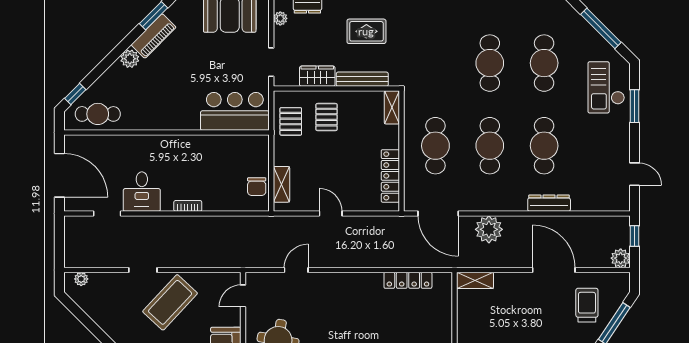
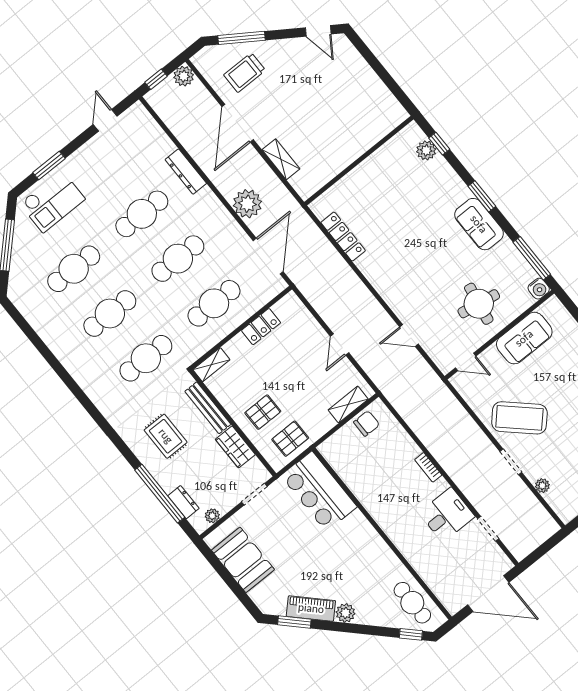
cafe table: (435, 63) -> (146, 358), added
door: (59, 175) -> (488, 594), swing flipped
locker: (390, 176) -> (261, 327), width x0.66
plant: (81, 279) -> (542, 486), moved
shelving: (475, 280) -> (281, 159), moved

